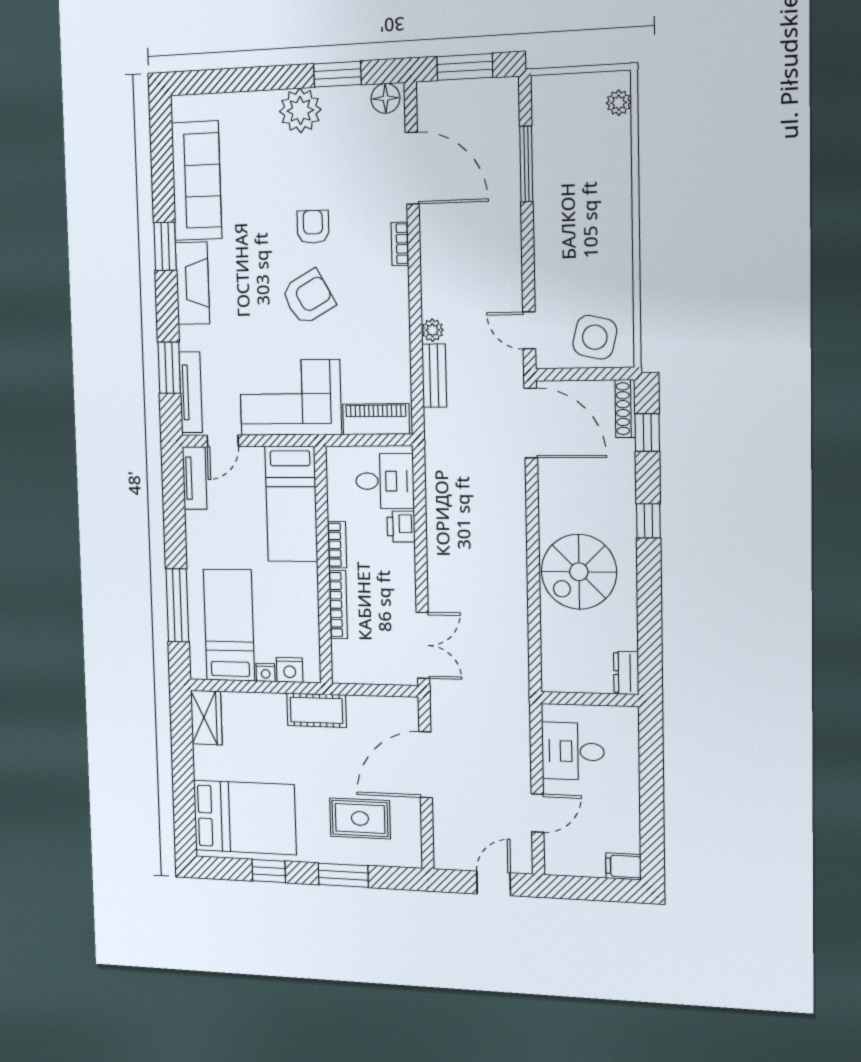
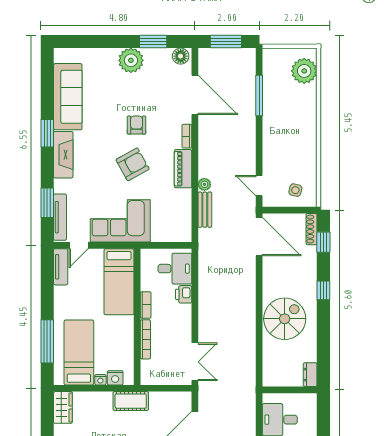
plant: (619, 103) -> (304, 71), width x1.87, depth x1.87
side table: (595, 337) -> (295, 190), width x0.54, depth x0.54
piano: (376, 419) -> (183, 169), moved, turned -90
spiral stairs: (579, 572) -> (285, 319), turned 180

